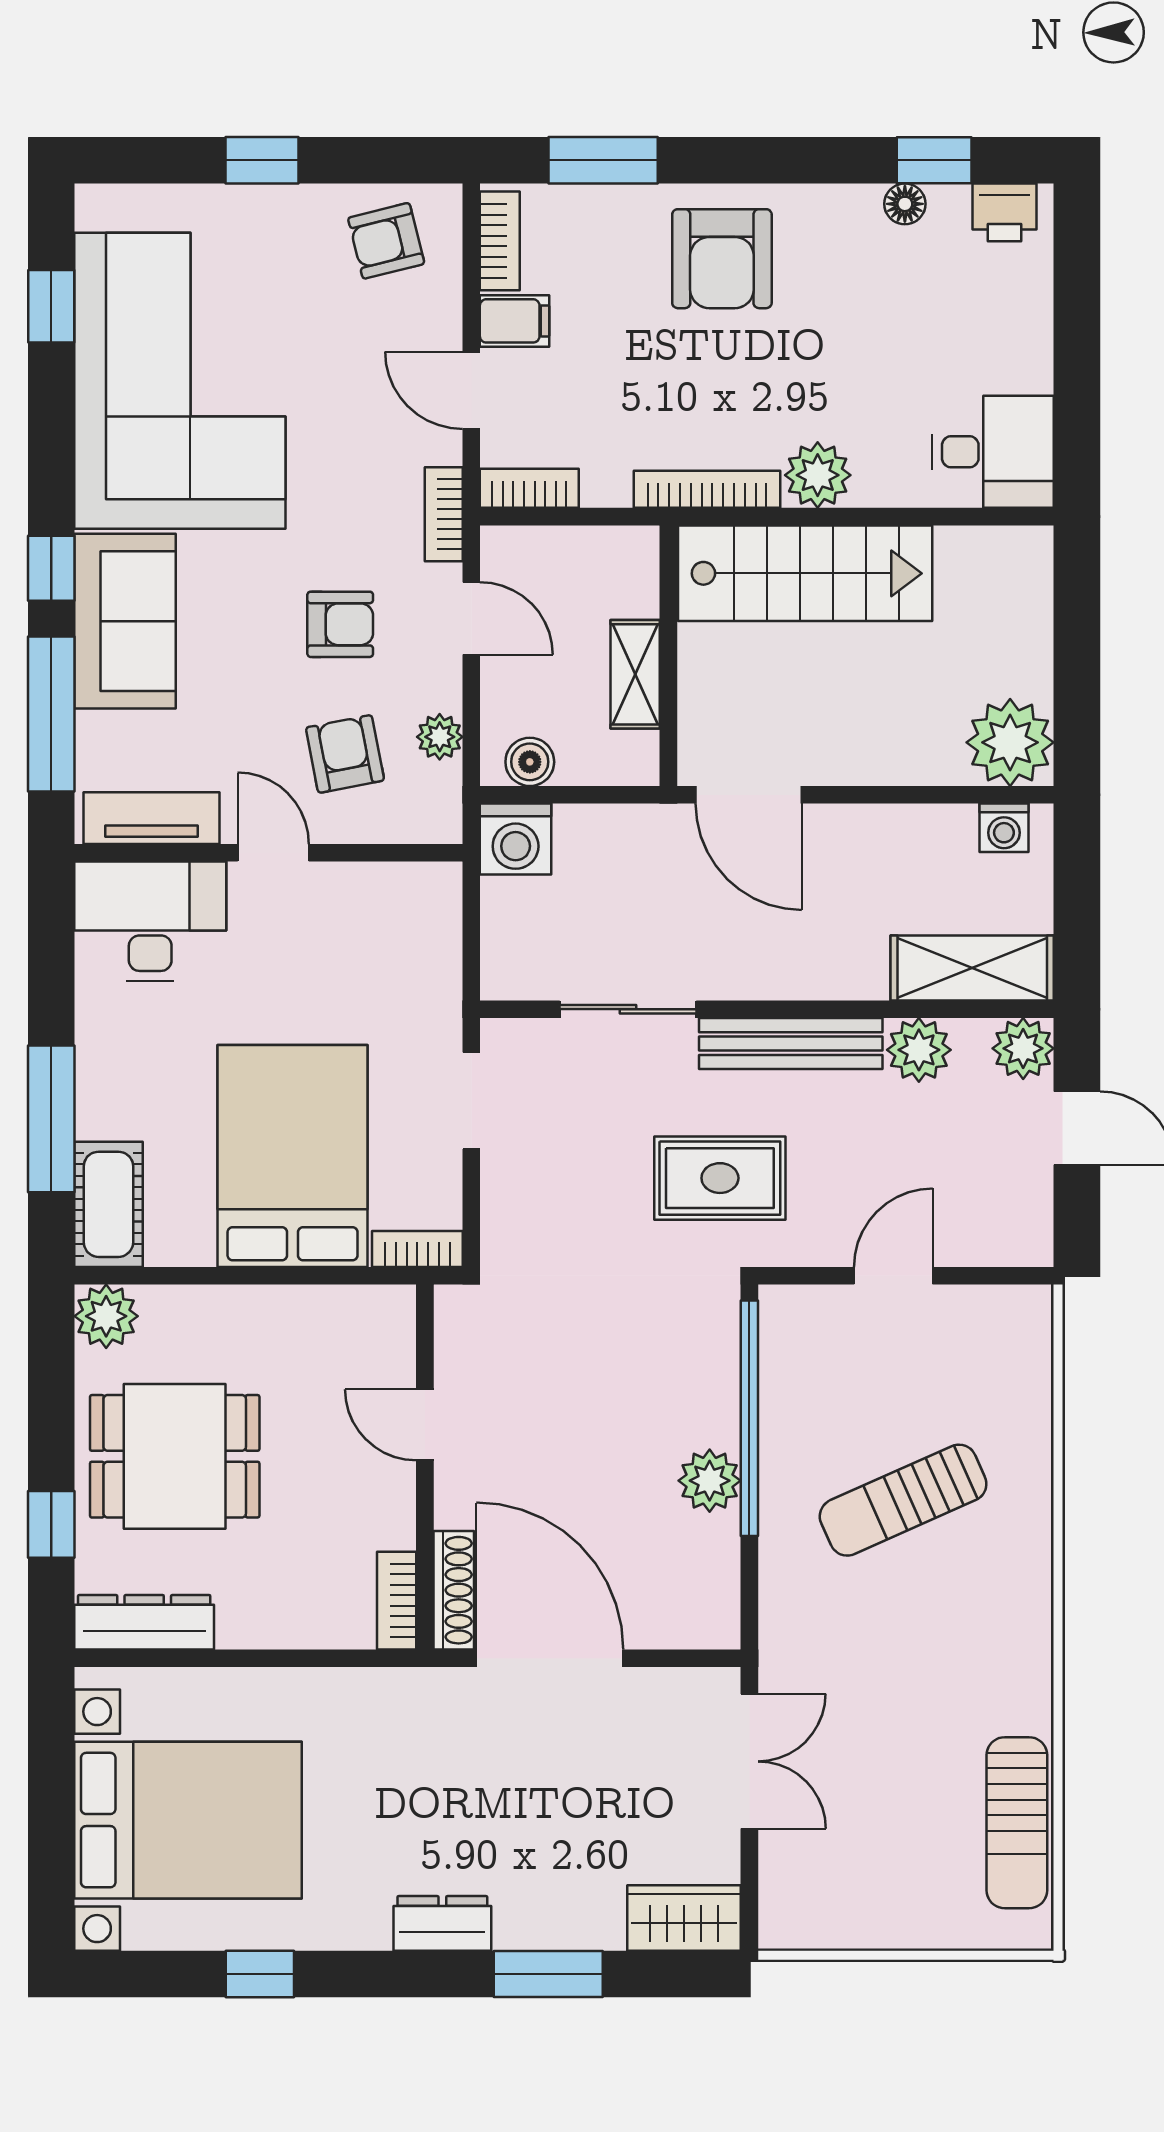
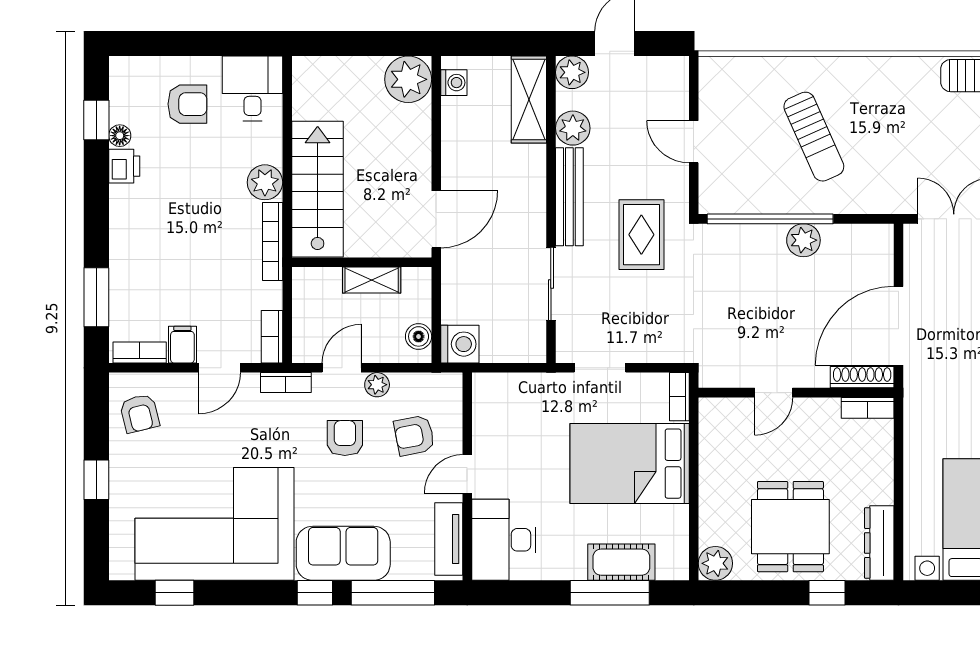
printer: (1005, 212) -> (124, 166), moved
armchair: (722, 259) -> (187, 104), moved, width x0.72, depth x0.72
plant: (440, 737) -> (377, 385), moved
cot: (108, 1204) -> (621, 562), moved

